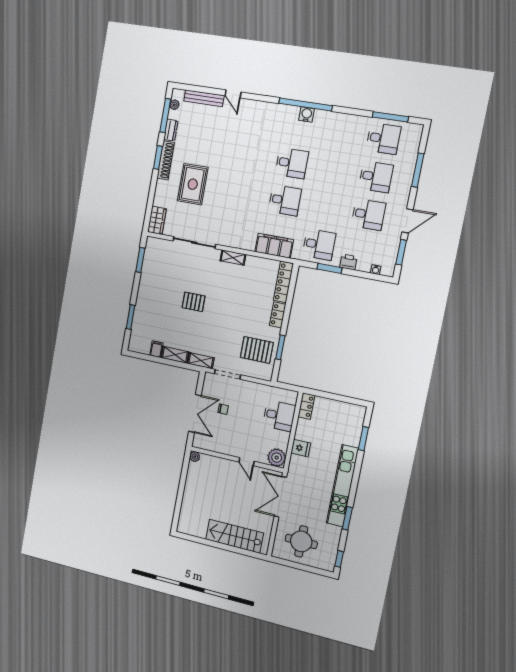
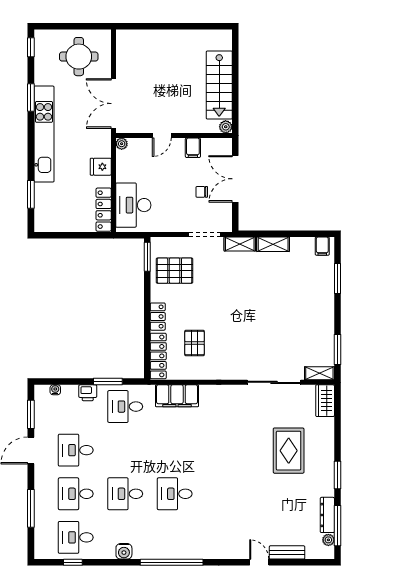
bench: (204, 98) -> (287, 552), width x0.73
water cooler: (307, 114) -> (124, 551), moved
window: (390, 117) -> (73, 562), width x0.46
dresser: (171, 130) -> (327, 515), width x1.44
shoe rack: (166, 160) -> (327, 473), removed
desk: (285, 200) -> (125, 494), moved
shelving: (233, 258) -> (319, 373), moved
pallet: (194, 302) -> (195, 343), moved, turned 90
window: (280, 347) -> (147, 257), moved
filing cabinet: (156, 349) -> (322, 246), moved
locker: (306, 406) -> (104, 210), width x1.53
desk: (279, 416) -> (133, 205), width x1.37
filing cabinet: (224, 446) -> (193, 148), added
plant: (277, 458) -> (122, 144), width x0.53, depth x0.53
door: (246, 462) -> (162, 136), swing flipped
double door: (280, 497) -> (113, 104), swing flipped
stairs: (234, 536) -> (219, 85), moved, turned 90

